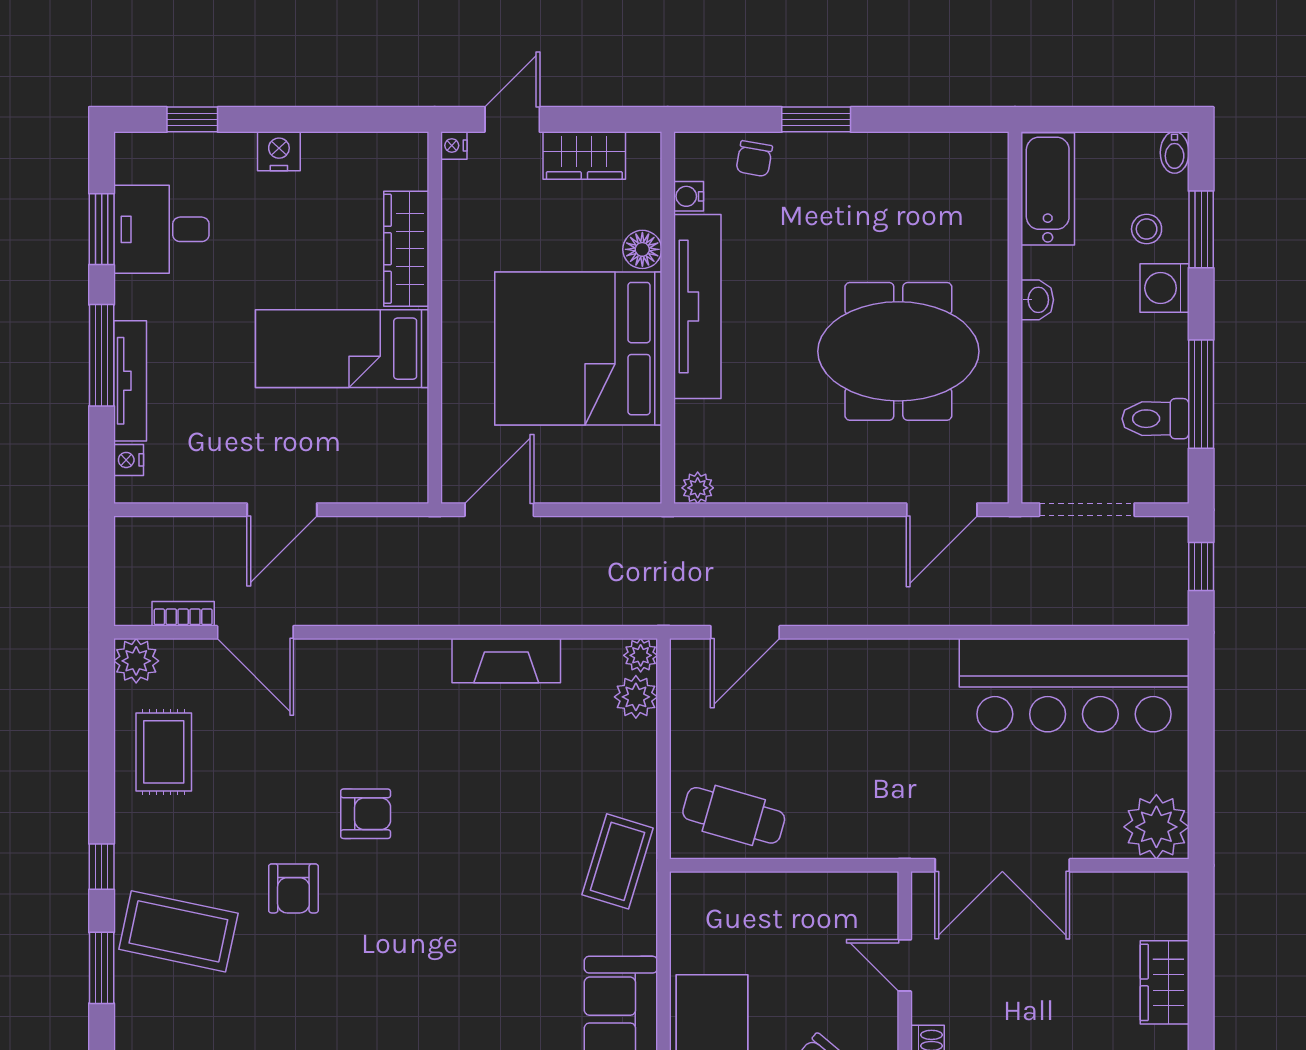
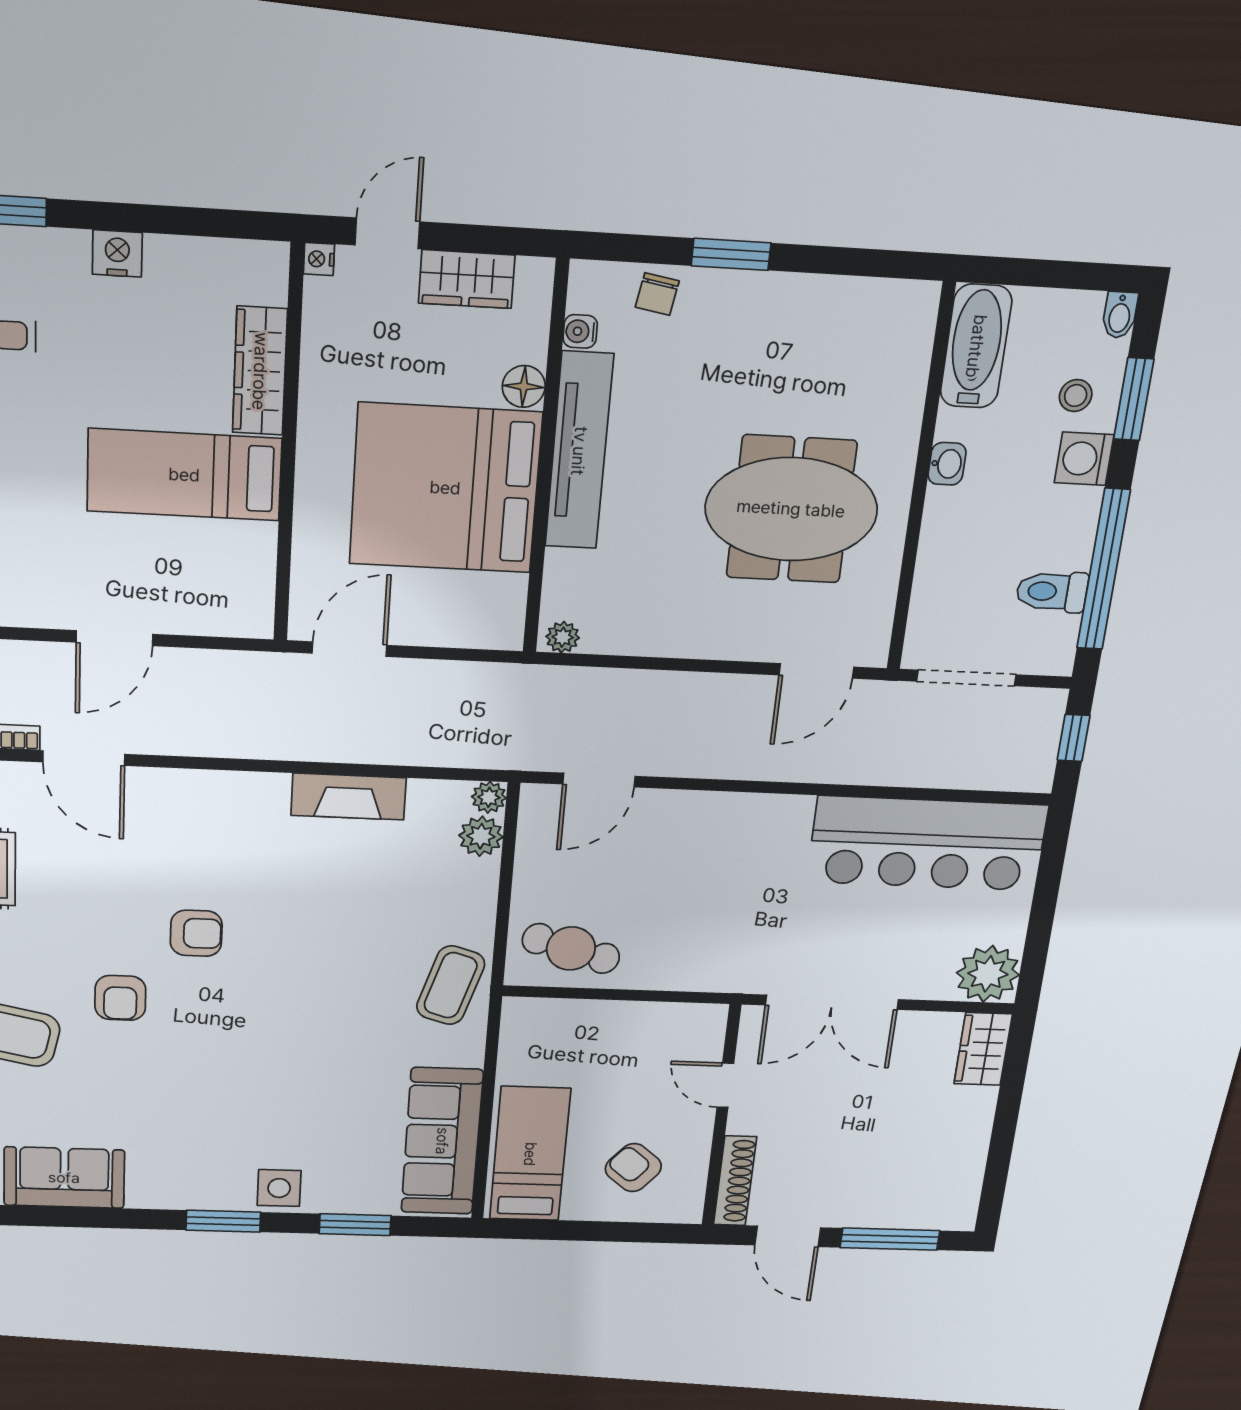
window: (1201, 394) -> (1103, 569), width x1.46
wardrobe: (1165, 982) -> (983, 1049), moved

